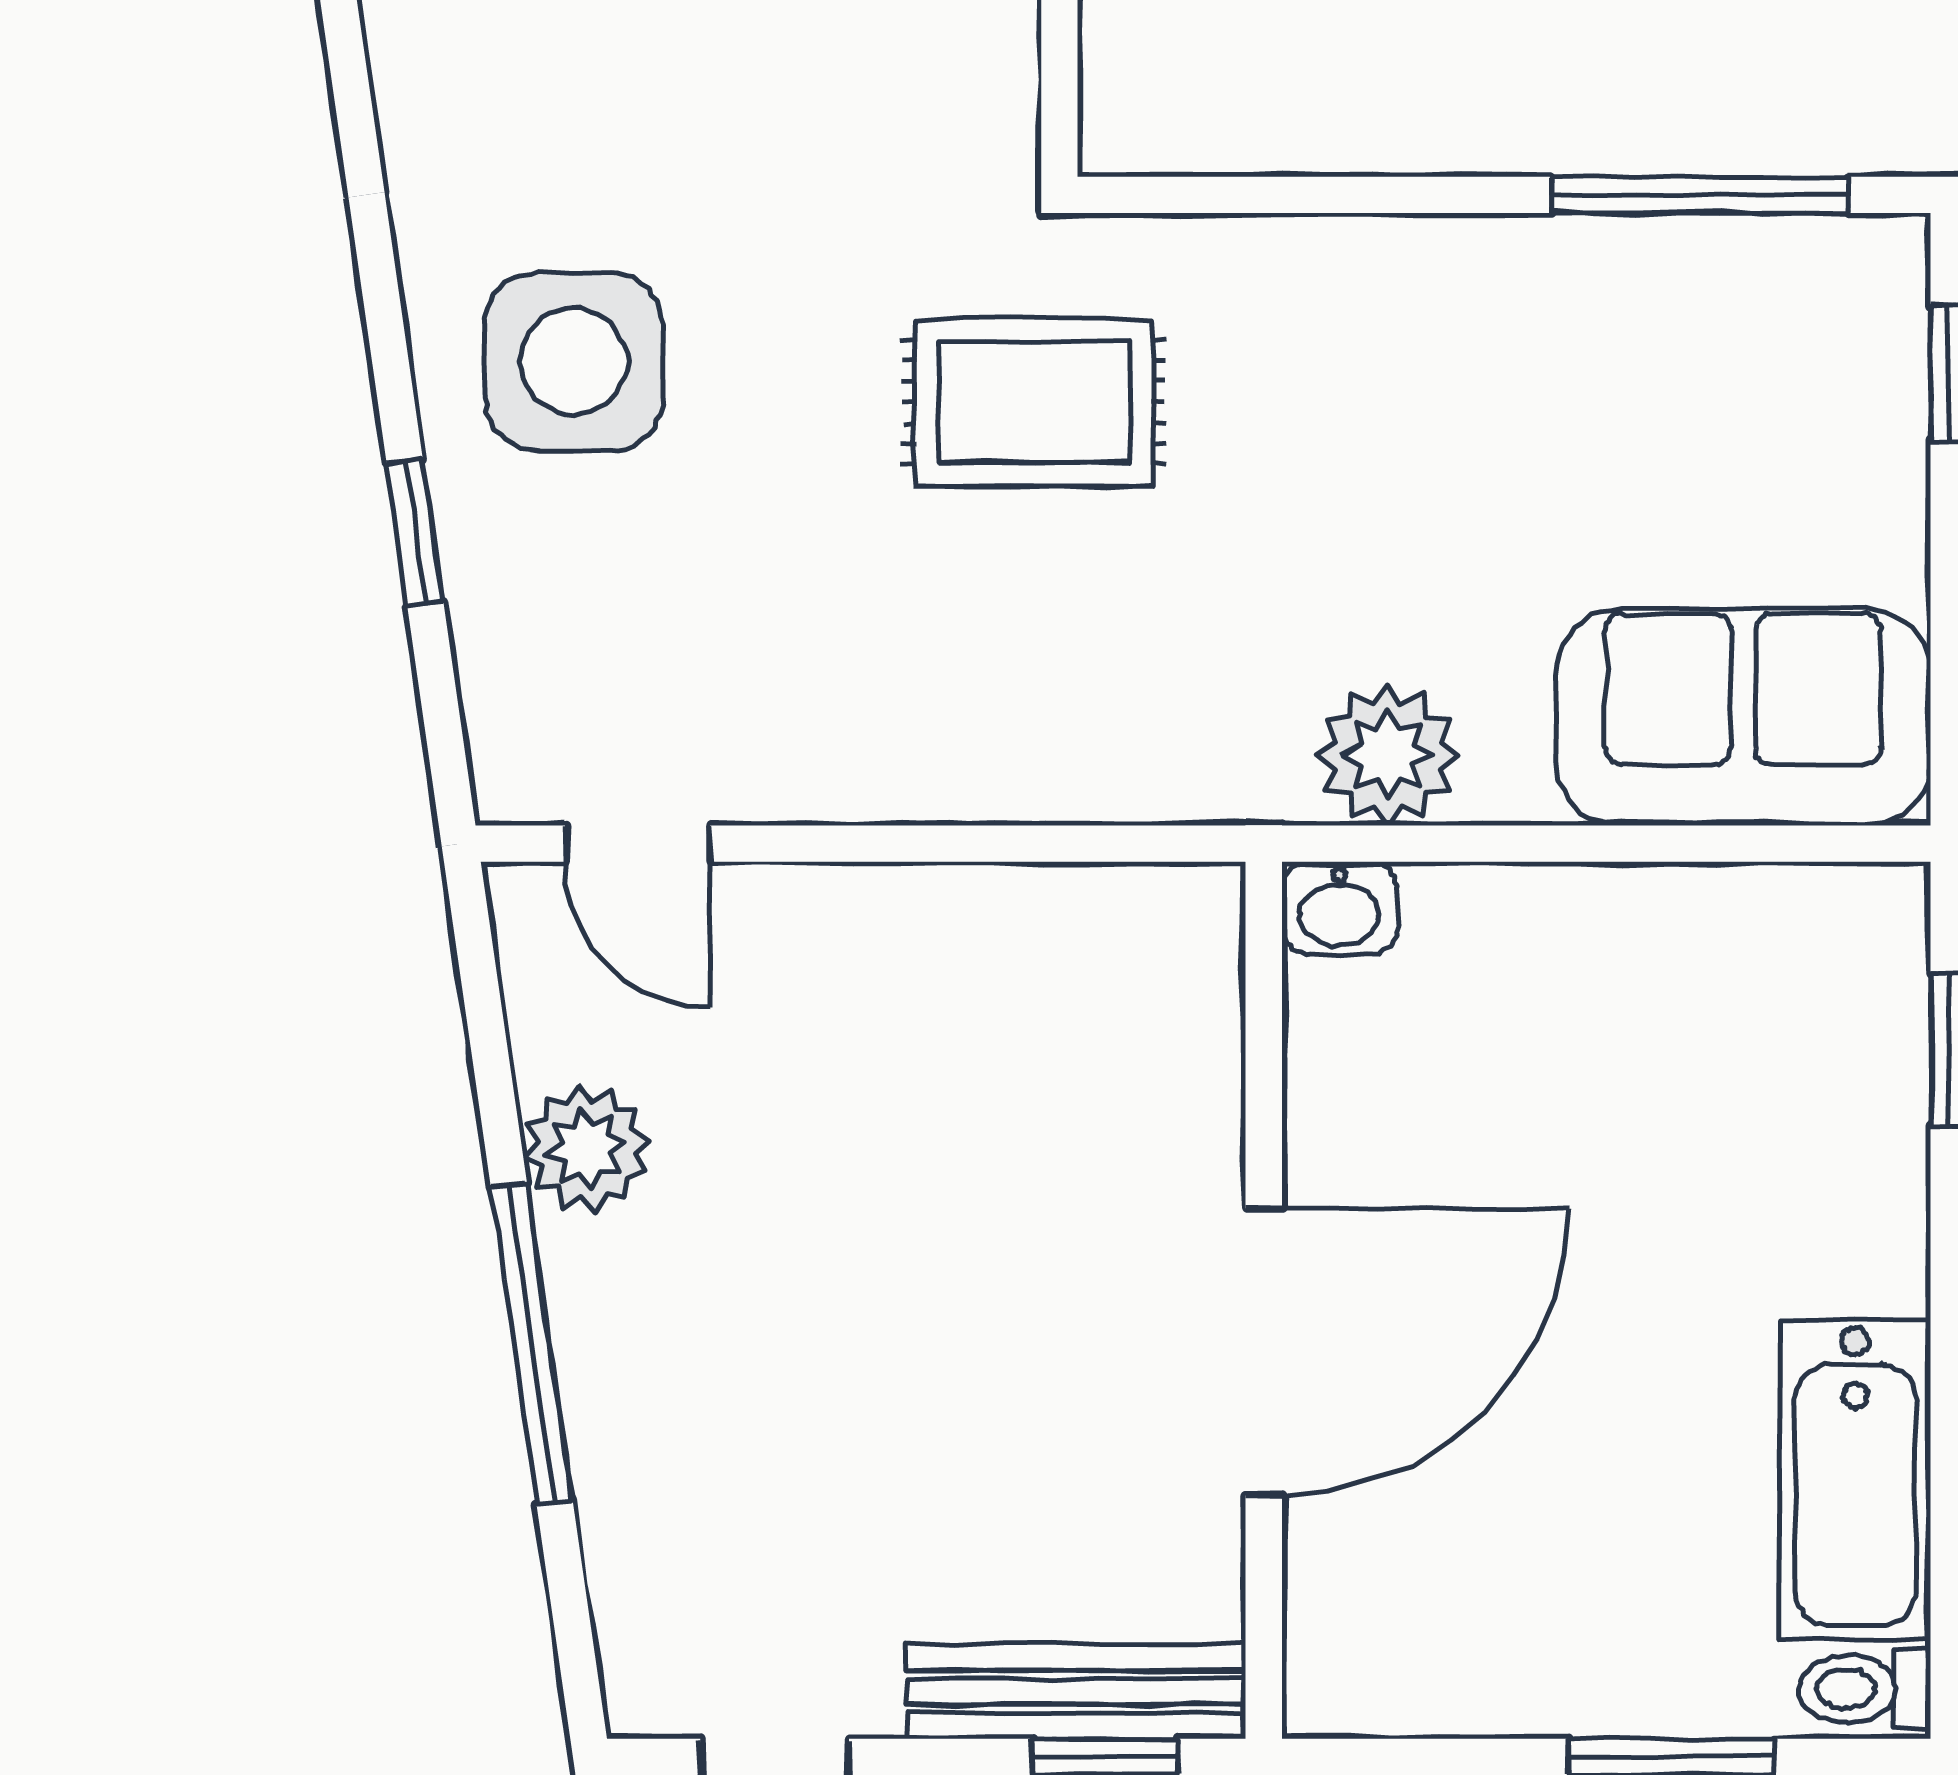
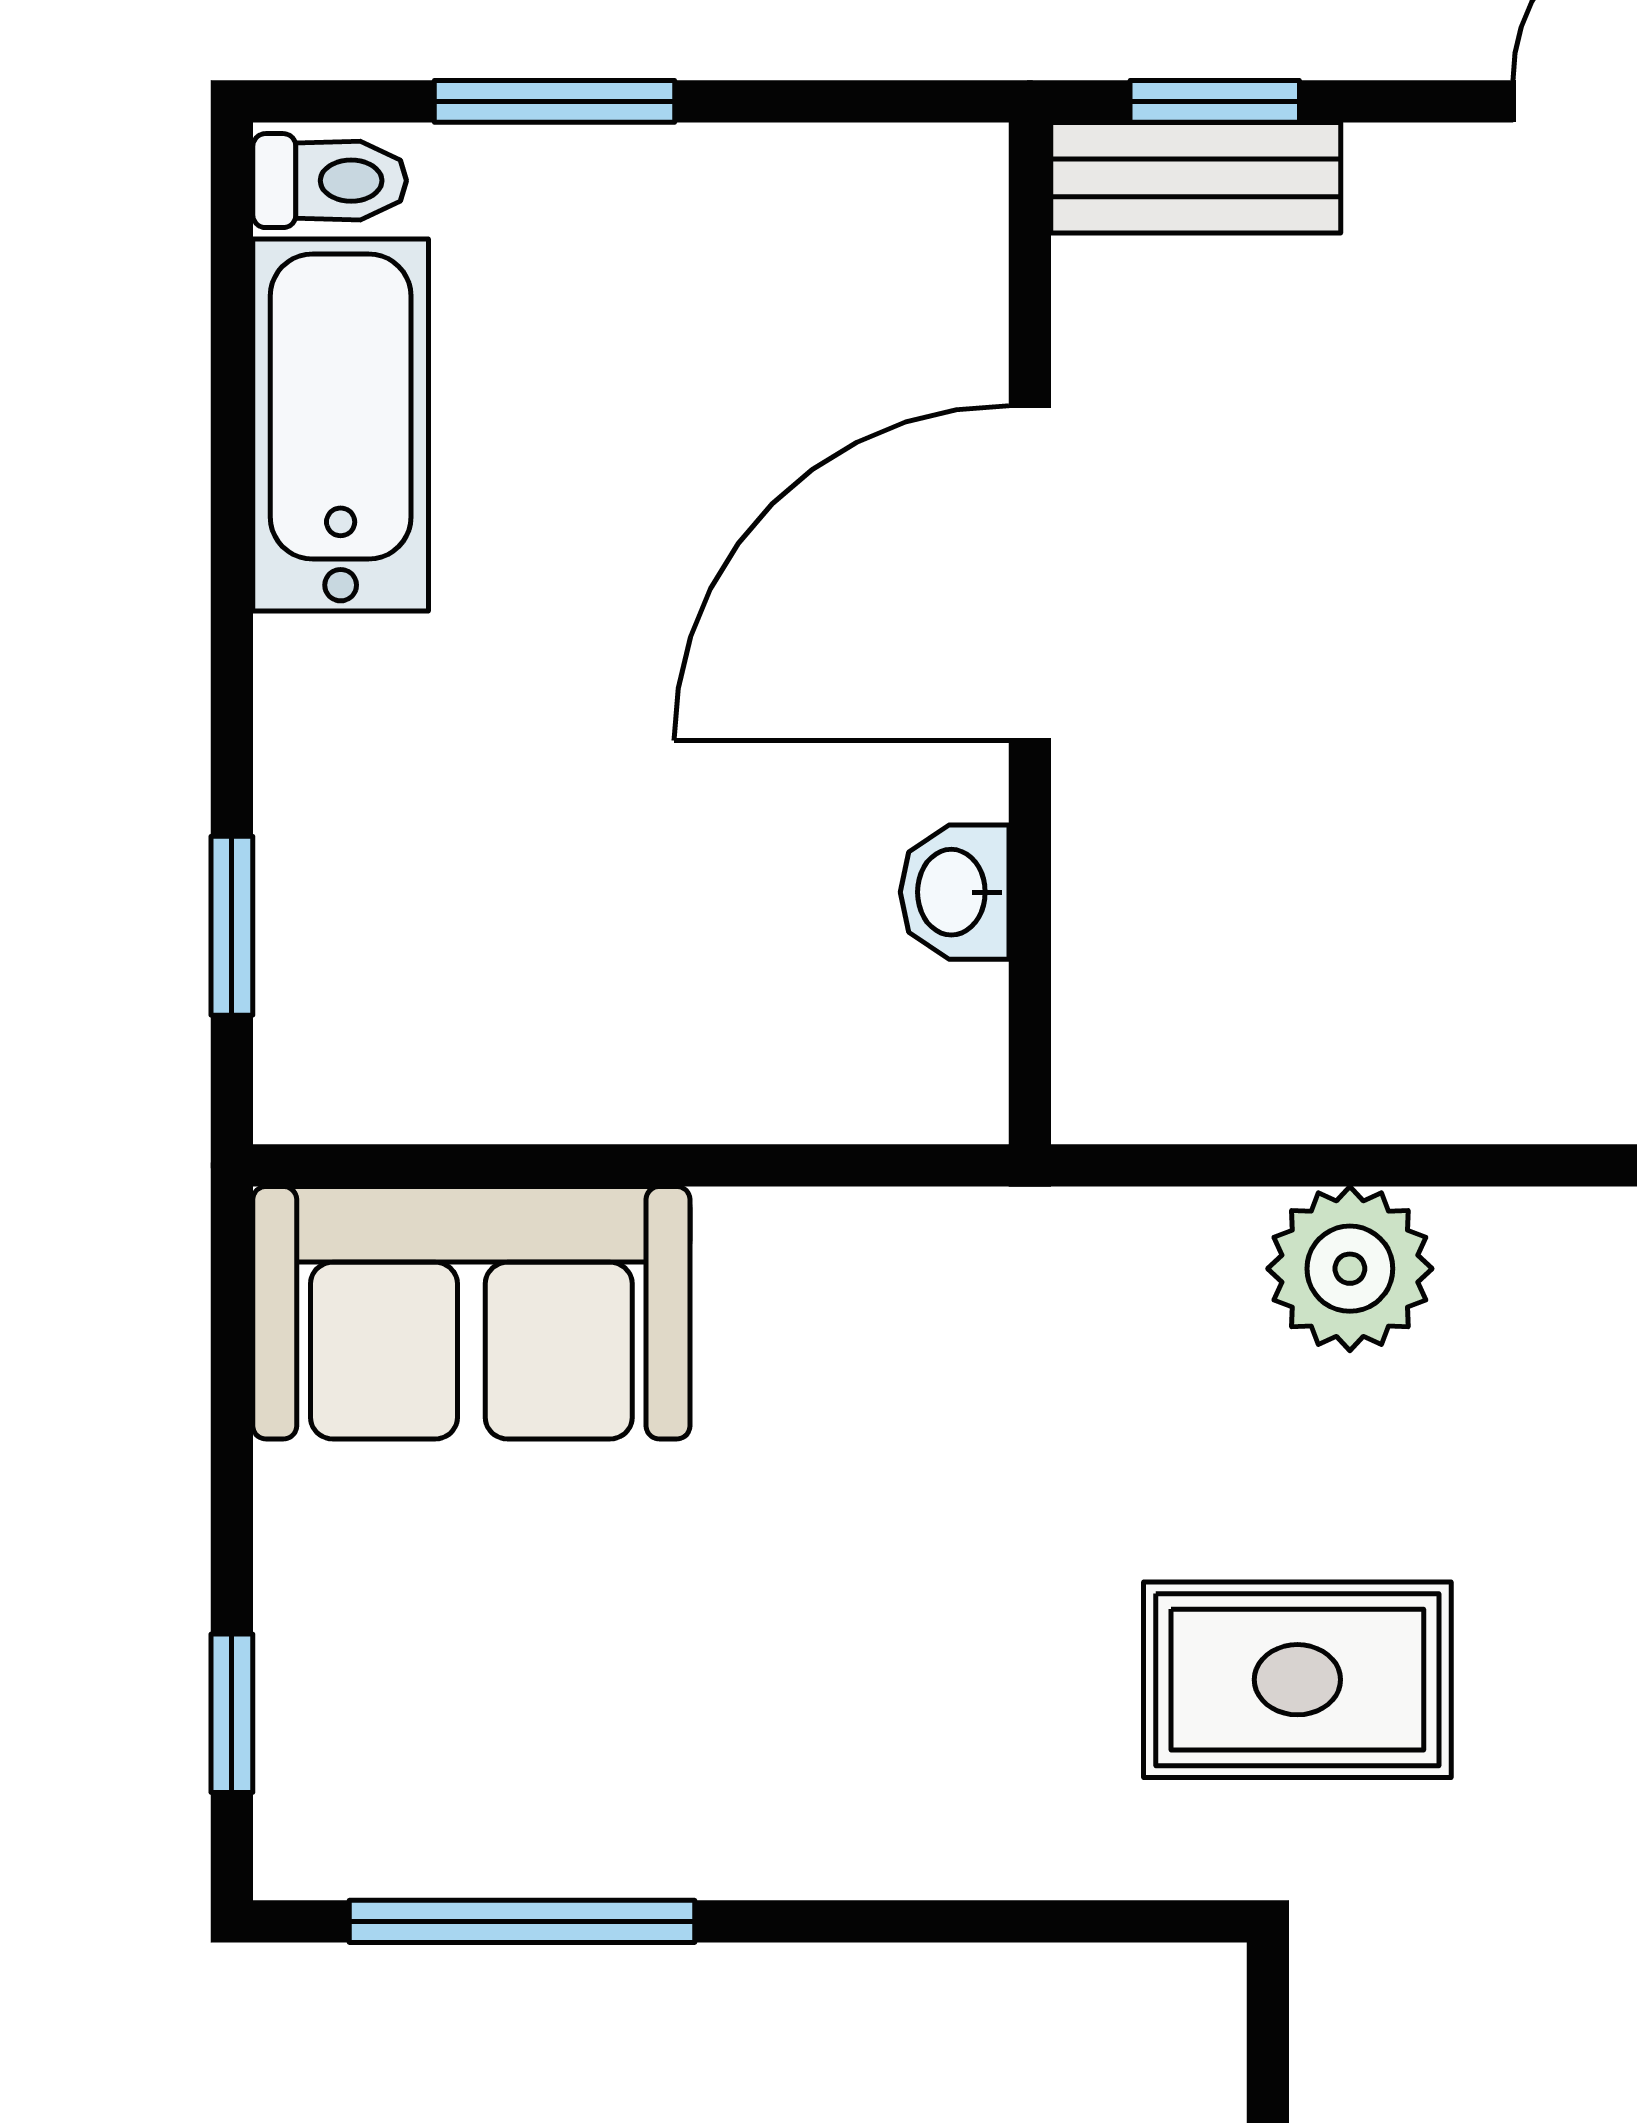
plant: (1388, 755) -> (1350, 1269), moved
washbasin: (1339, 908) -> (955, 892), moved, turned -90
bench: (1076, 1691) -> (1196, 178), width x0.73

